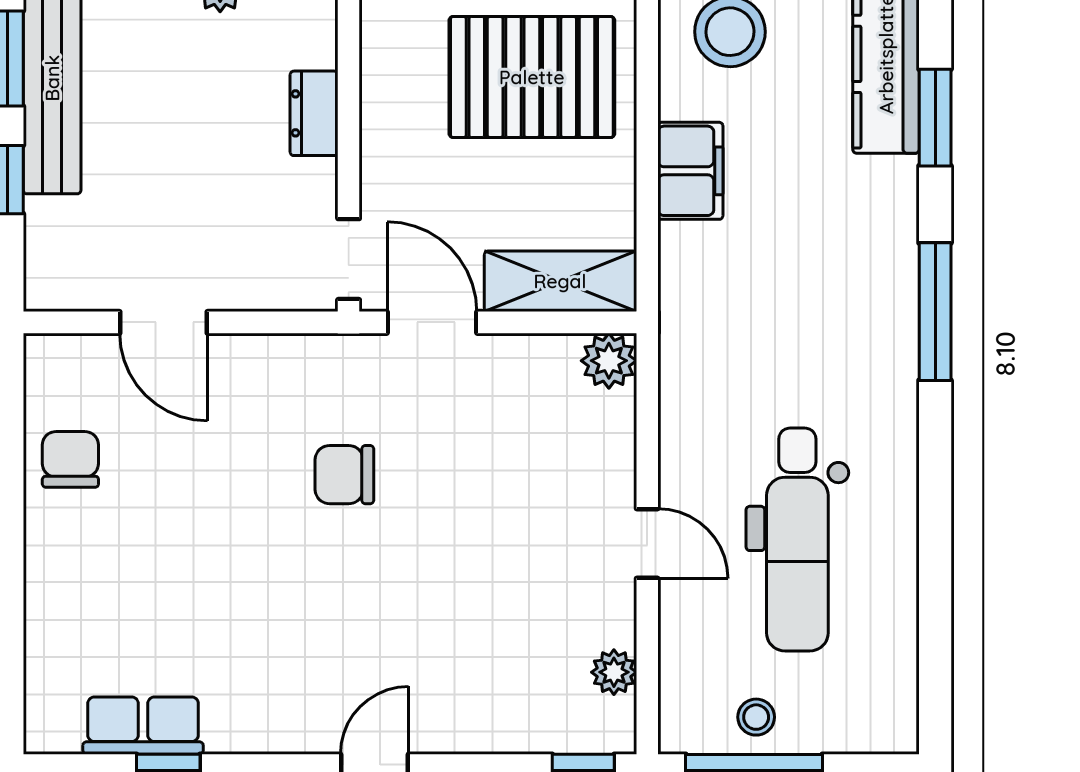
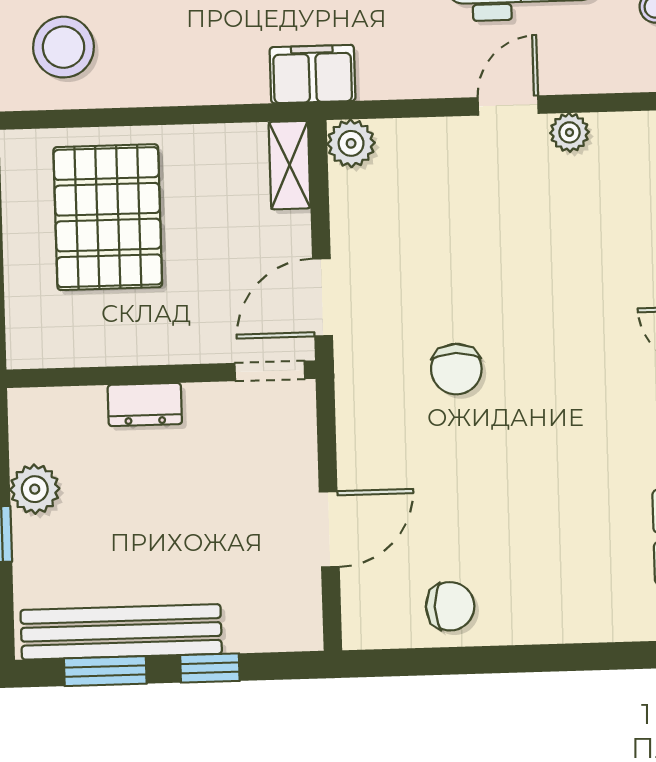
filing cabinet: (690, 171) -> (313, 74), moved
shelving: (560, 281) -> (290, 165), width x0.67, depth x0.75
chair: (70, 459) -> (450, 606), turned 180
plant: (614, 672) -> (569, 132), moved

